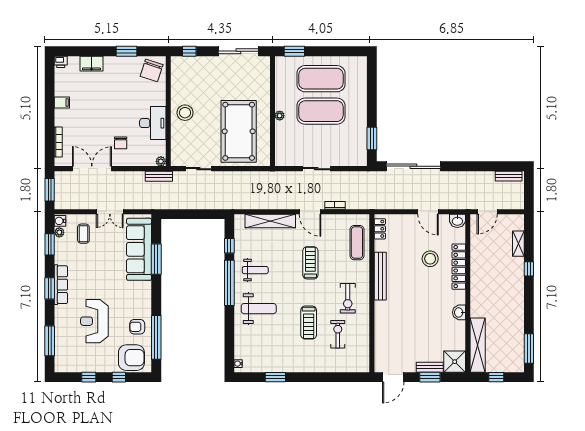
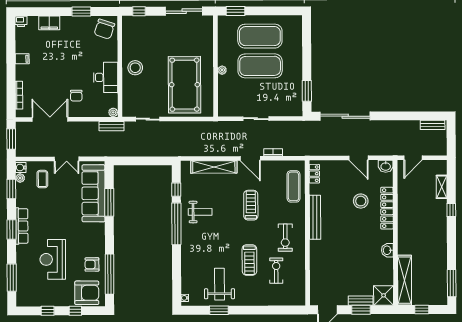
weight bench: (259, 309) -> (219, 284), moved, turned -90

